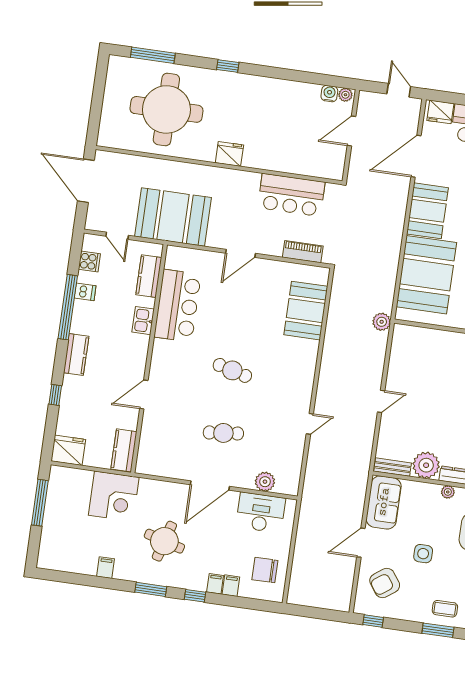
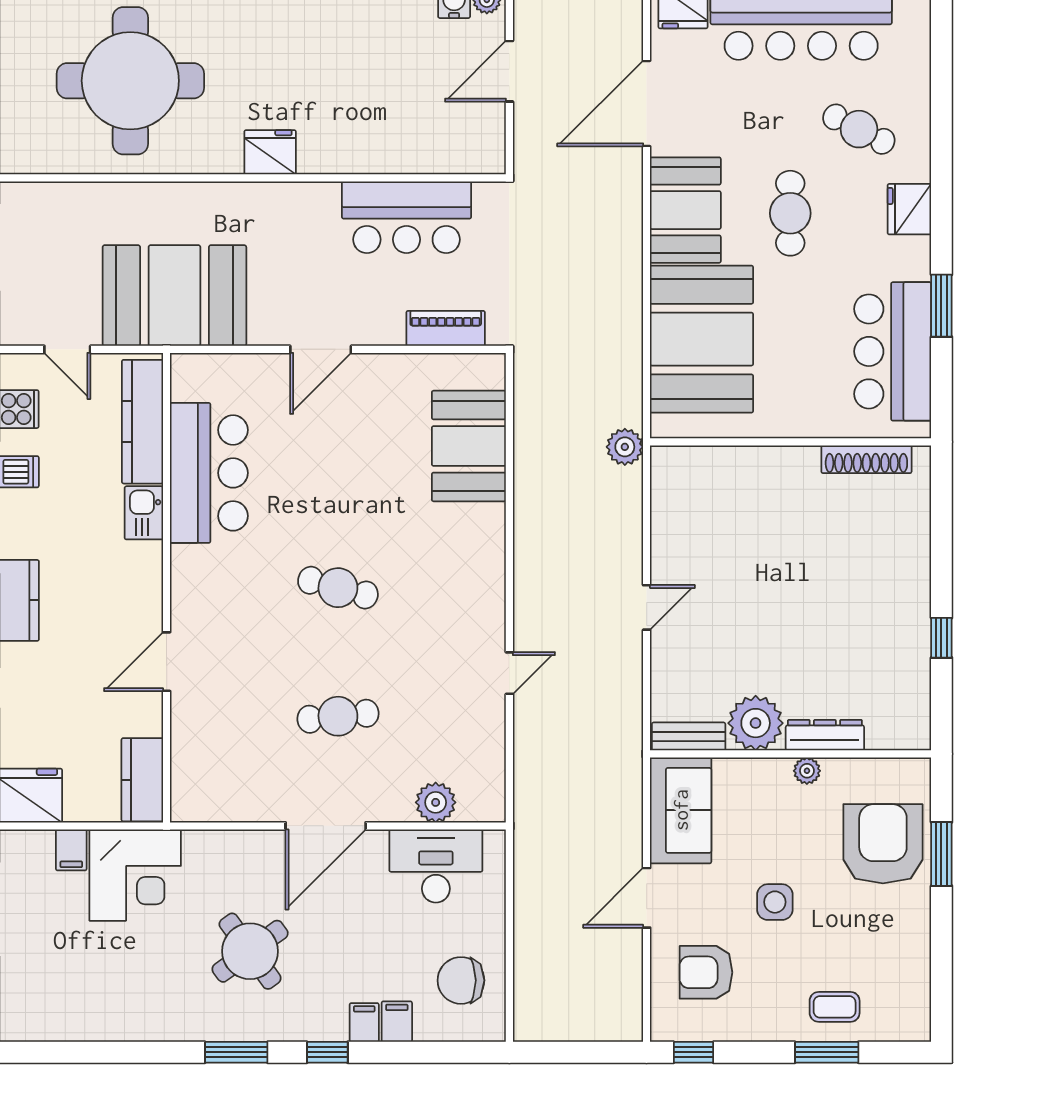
kitchen counter: (149, 276) -> (142, 422), width x1.50
round table: (164, 541) -> (250, 951), turned 38
filing cabinet: (106, 568) -> (71, 850), moved, turned 180
armchair: (385, 583) -> (706, 972), turned 36

